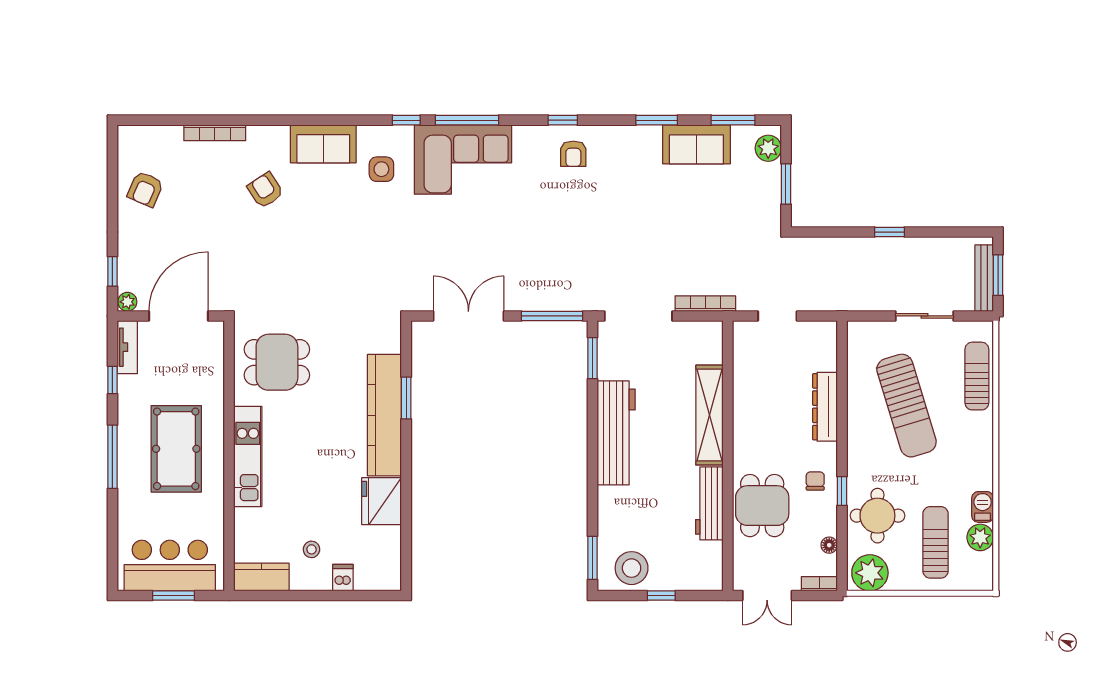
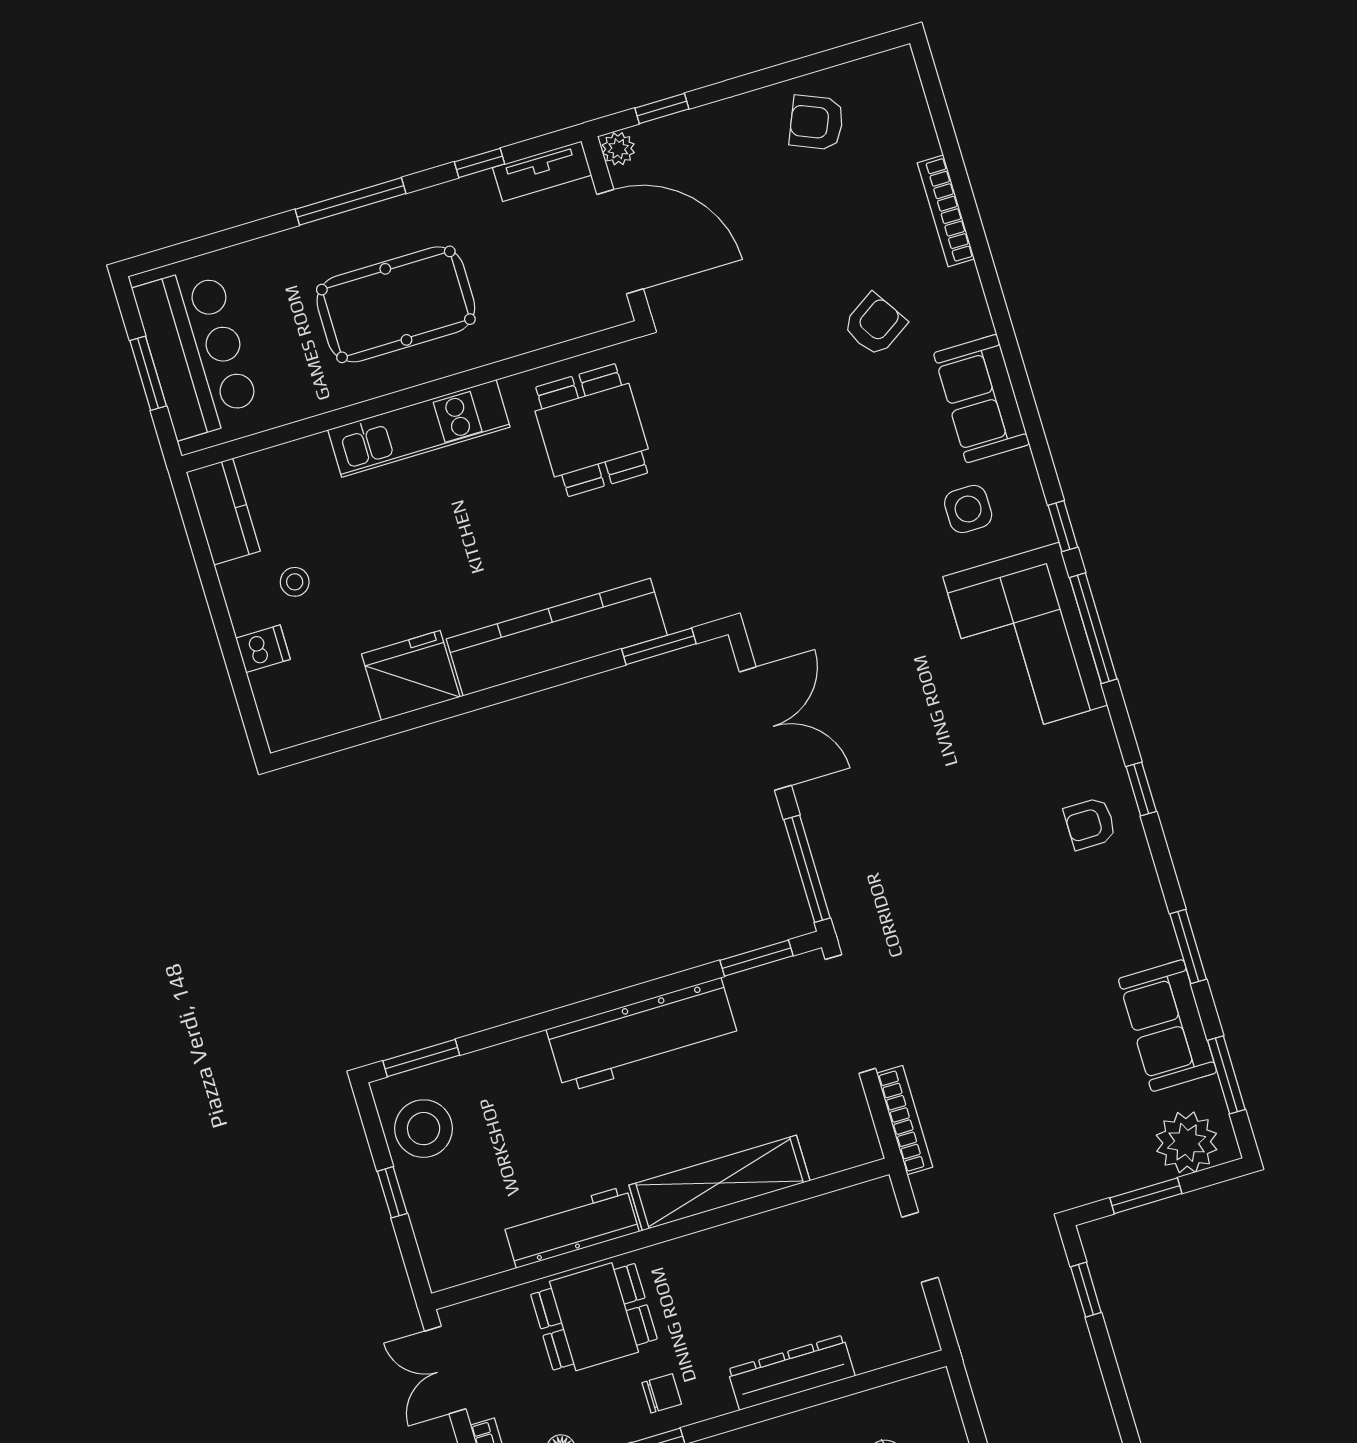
plant: (768, 148) -> (1187, 1142), width x1.36, depth x1.36
window: (890, 232) -> (1086, 1290), moved
window: (406, 398) -> (659, 646), moved

